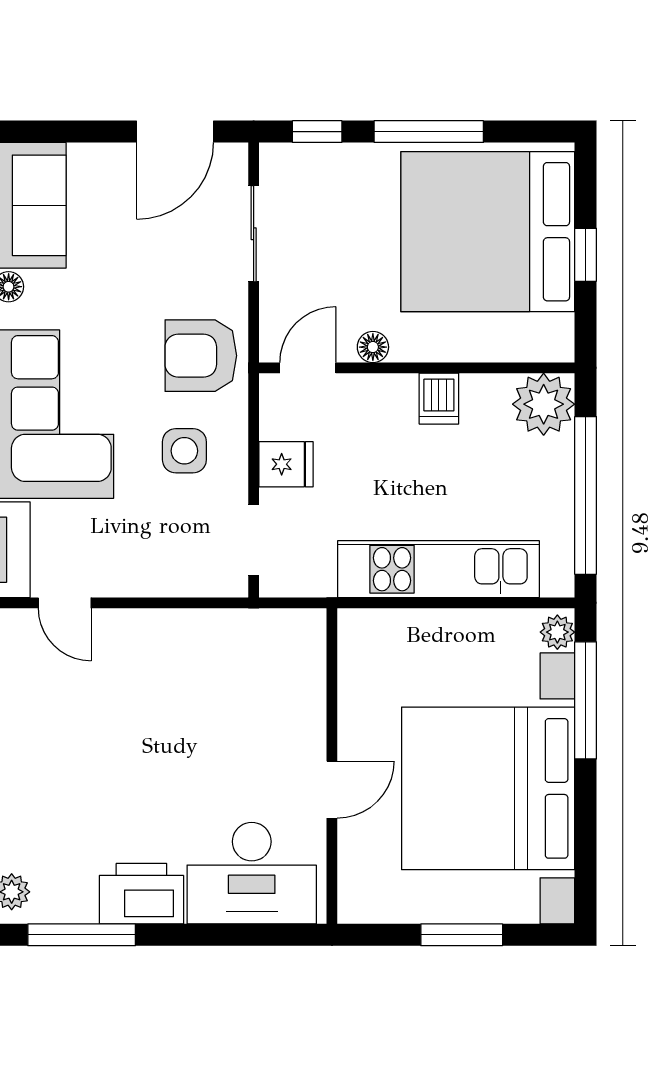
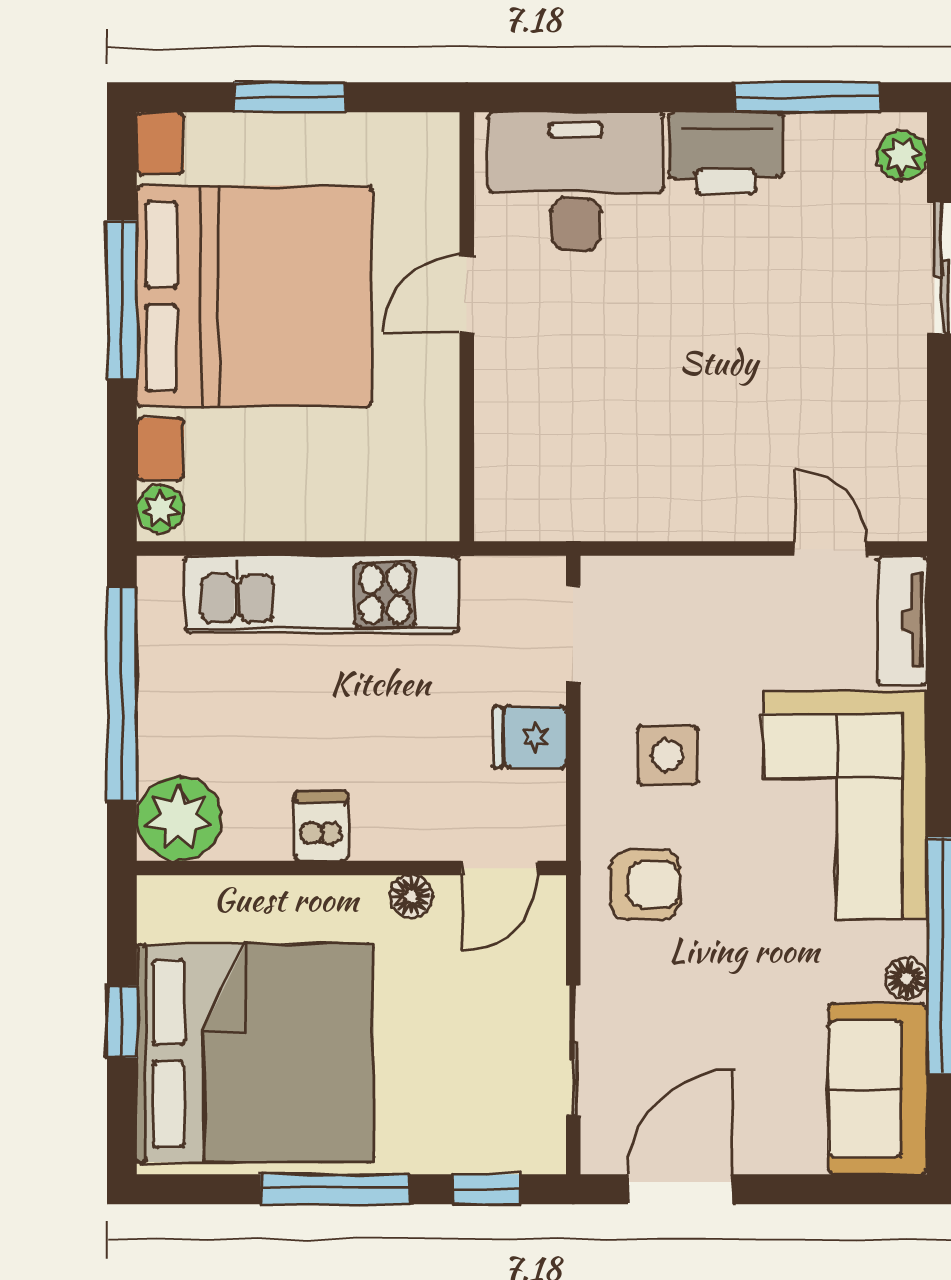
armchair: (201, 356) -> (645, 885), width x0.72, depth x0.72
window: (586, 700) -> (122, 300), moved

